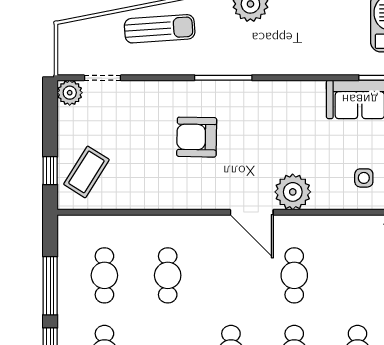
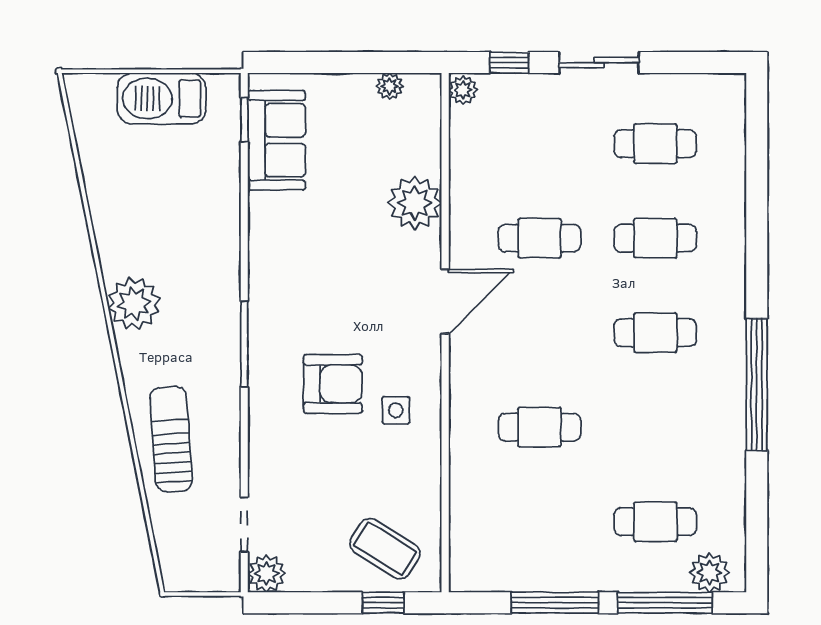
armchair: (197, 137) -> (333, 384), turned -91
side table: (364, 178) -> (396, 410), moved
plant: (293, 192) -> (415, 203), moved
cafe table: (104, 275) -> (539, 522), removed

